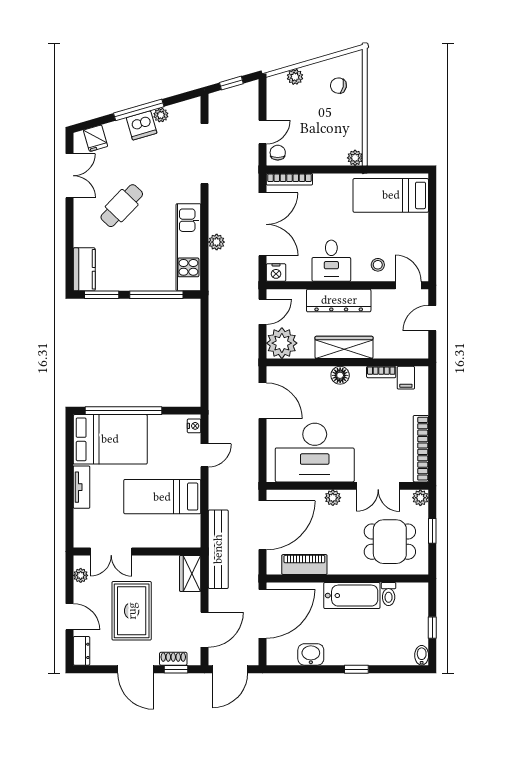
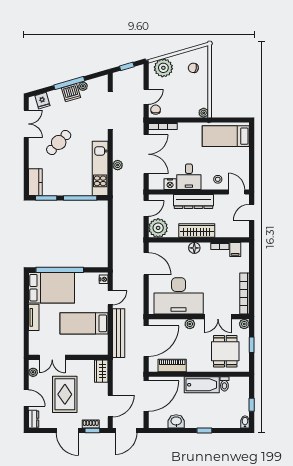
plant: (295, 77) -> (163, 68), width x1.87, depth x1.87
nightstand: (276, 272) -> (170, 184), moved
dining table: (390, 542) -> (225, 351), turned 90
bench: (218, 549) -> (119, 333), moved

